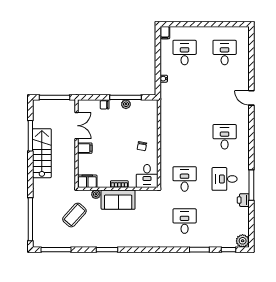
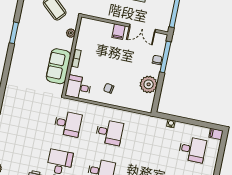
window: (126, 97) -> (165, 57), moved
plant: (126, 104) -> (149, 84), width x1.87, depth x1.87
filing cabinet: (87, 181) -> (85, 27), removed
sofa: (118, 200) -> (58, 66), moved
desk: (185, 221) -> (109, 132), moved

